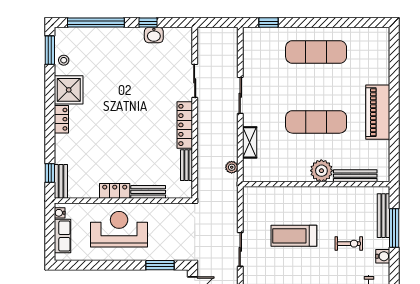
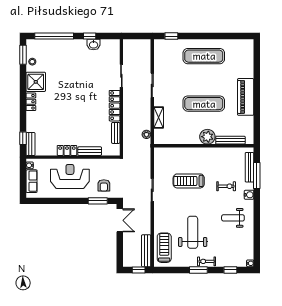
armchair: (169, 242) -> (104, 185), added

